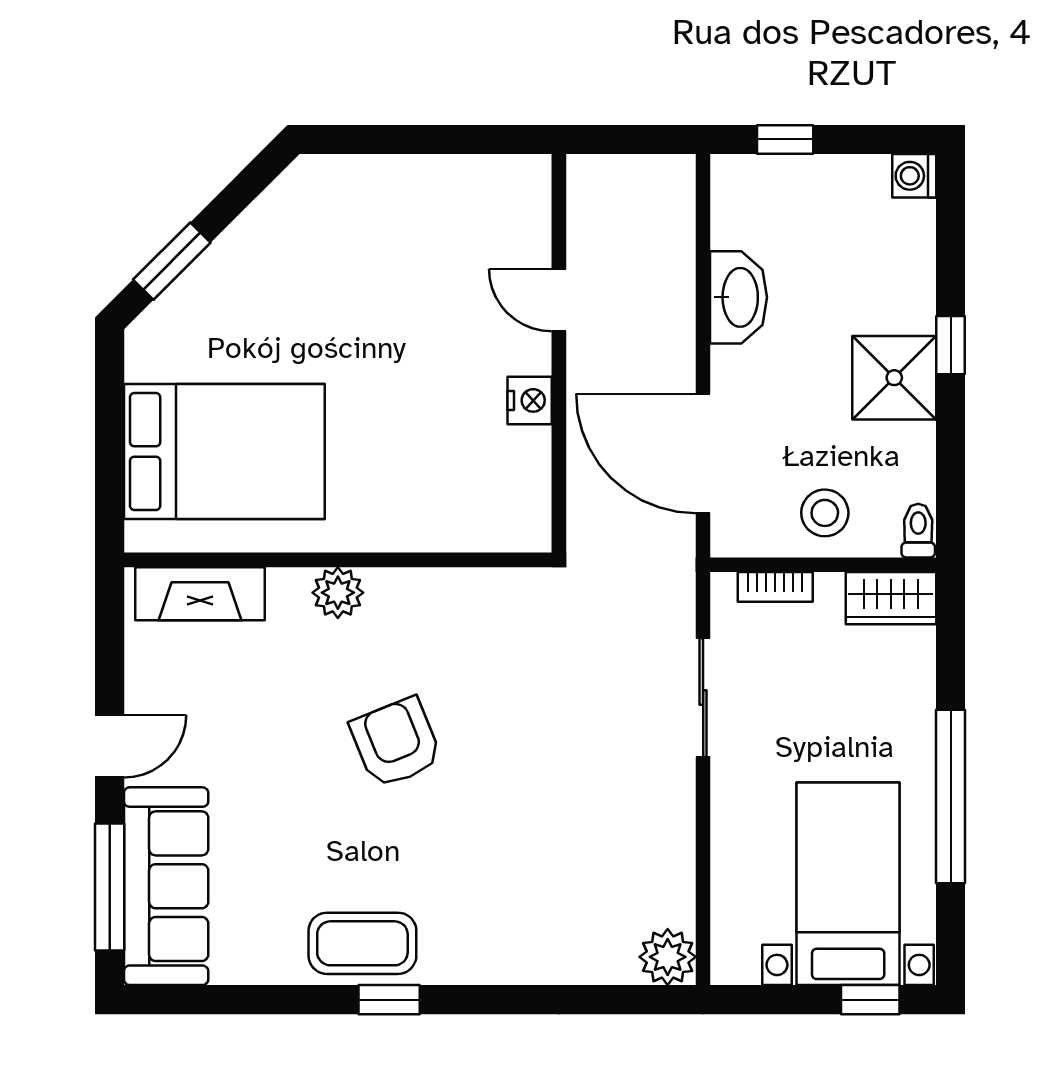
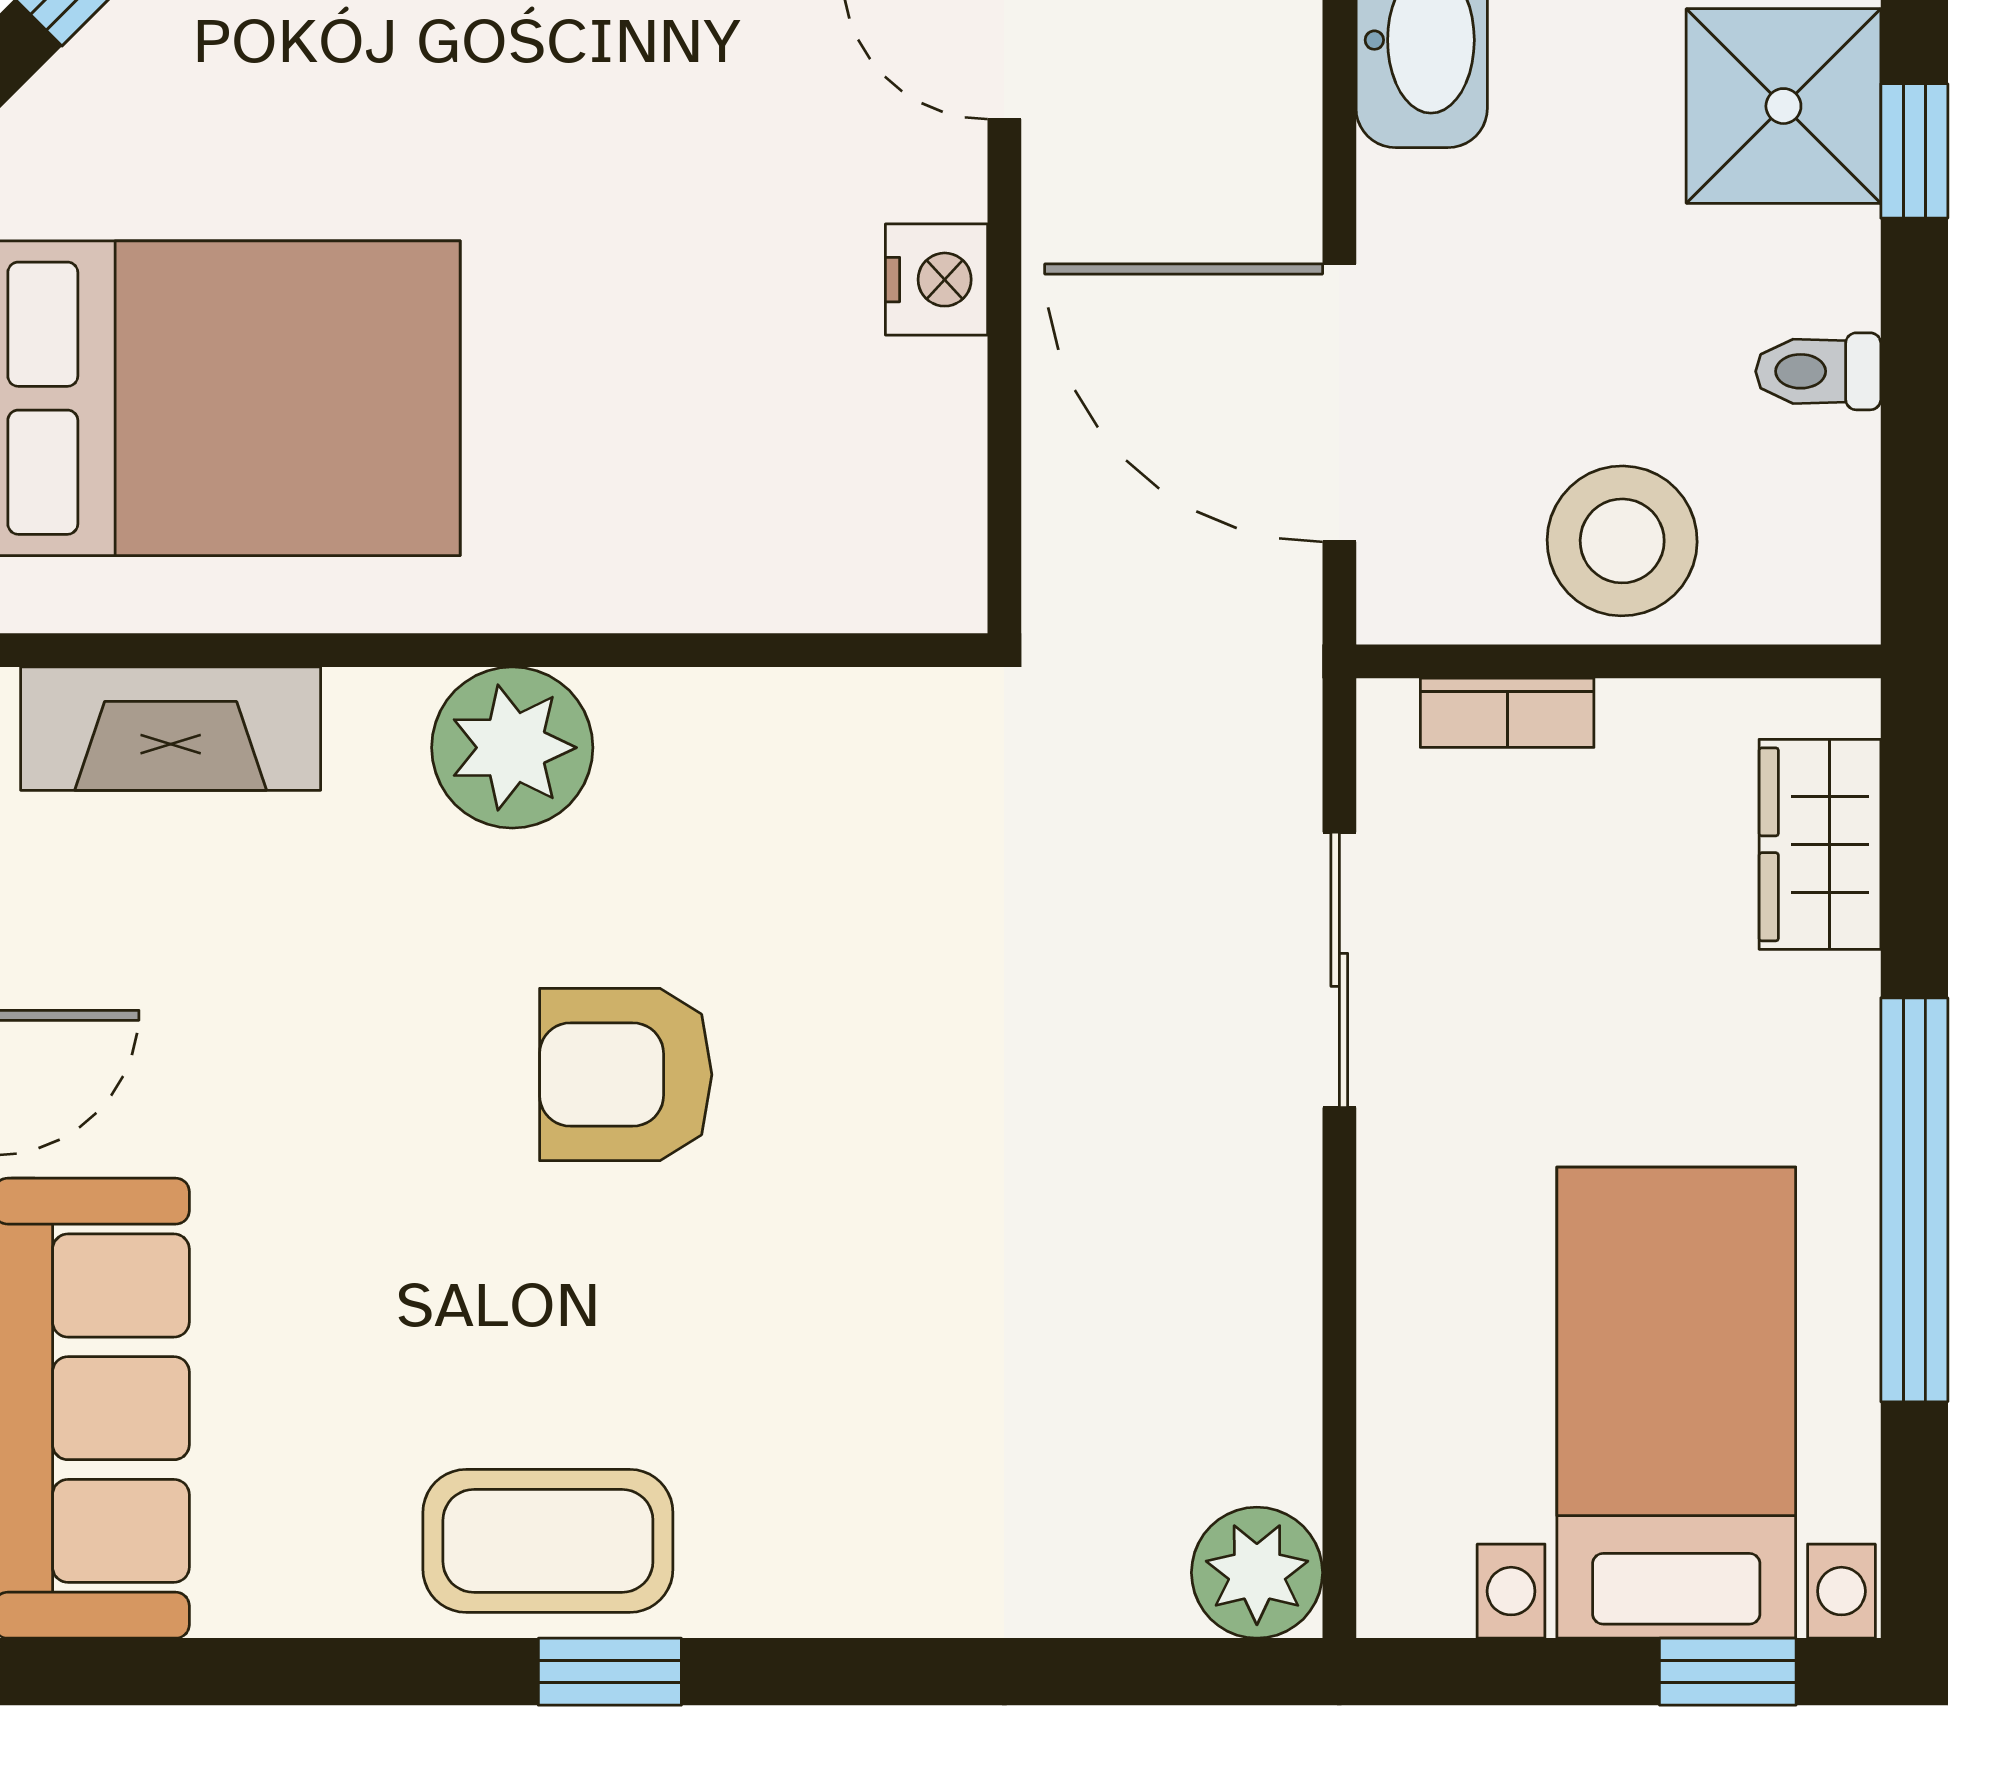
shower: (894, 378) -> (1783, 106), moved
stool: (825, 513) -> (1622, 541), width x1.38, depth x1.38
toilet: (918, 531) -> (1818, 371), moved, turned -90
plant: (338, 593) -> (512, 748), width x1.36, depth x1.36
wardrobe: (891, 598) -> (1820, 844), moved, turned 90
armchair: (396, 743) -> (626, 1075), turned -68

